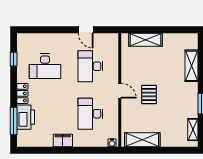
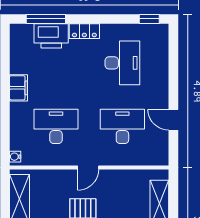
door: (86, 30) -> (173, 120), hinge flipped
window: (14, 59) -> (149, 19), moved
desk: (45, 66) -> (122, 63), turned 180

